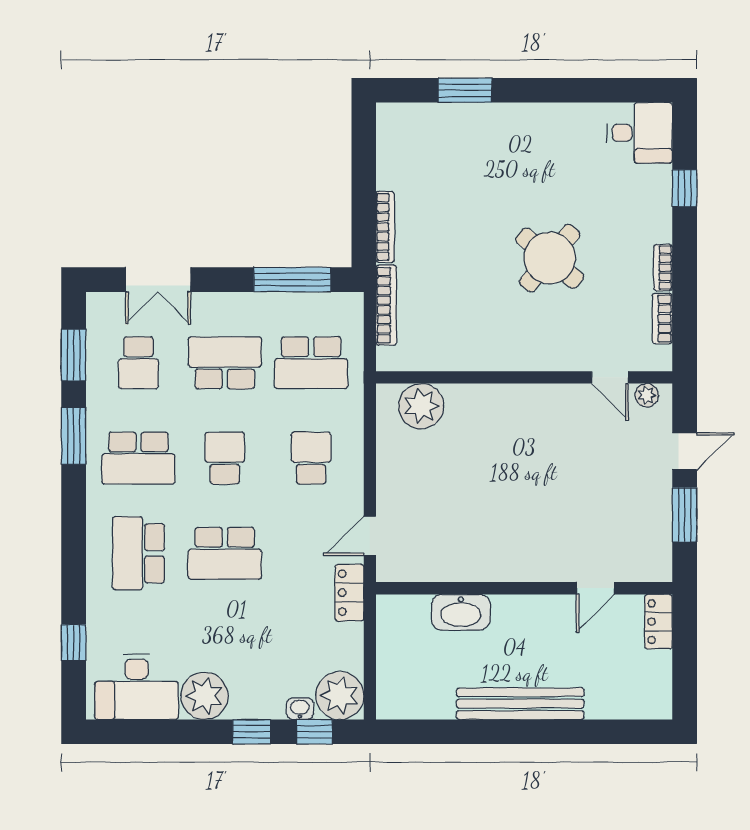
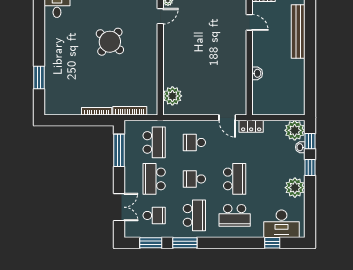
washbasin: (461, 612) -> (257, 73), width x0.52, depth x0.69
desk: (137, 687) -> (282, 224), moved, turned 90
bench: (520, 704) -> (298, 31), moved

